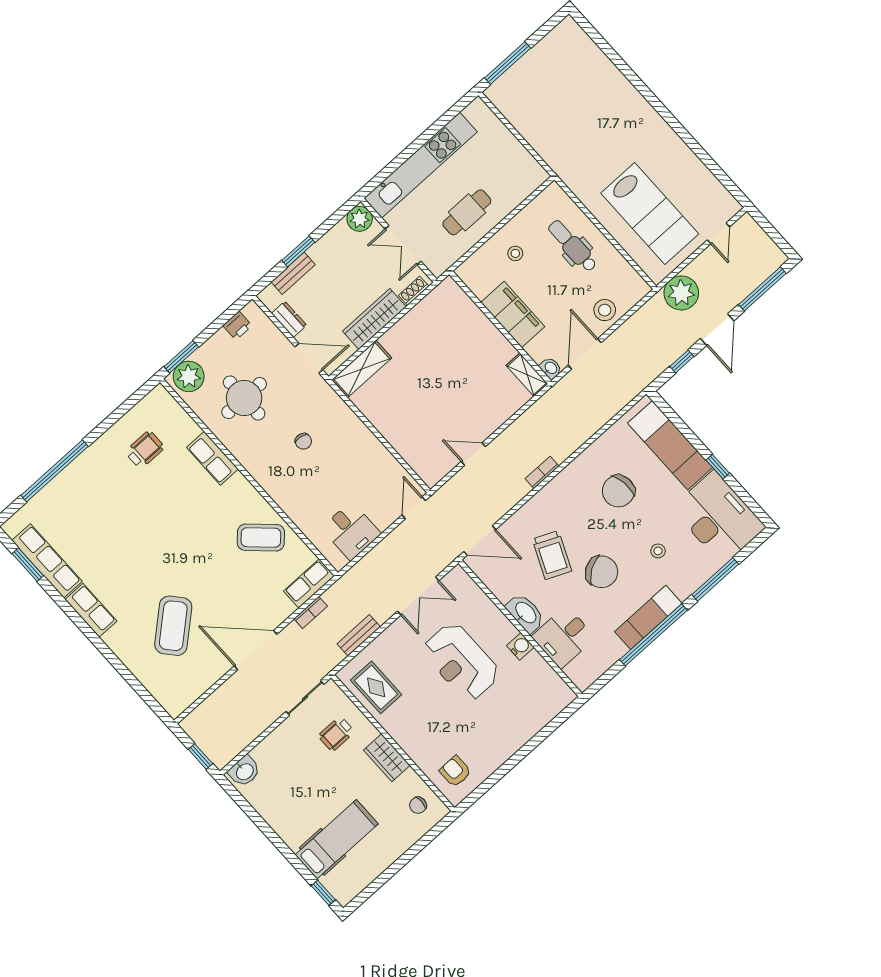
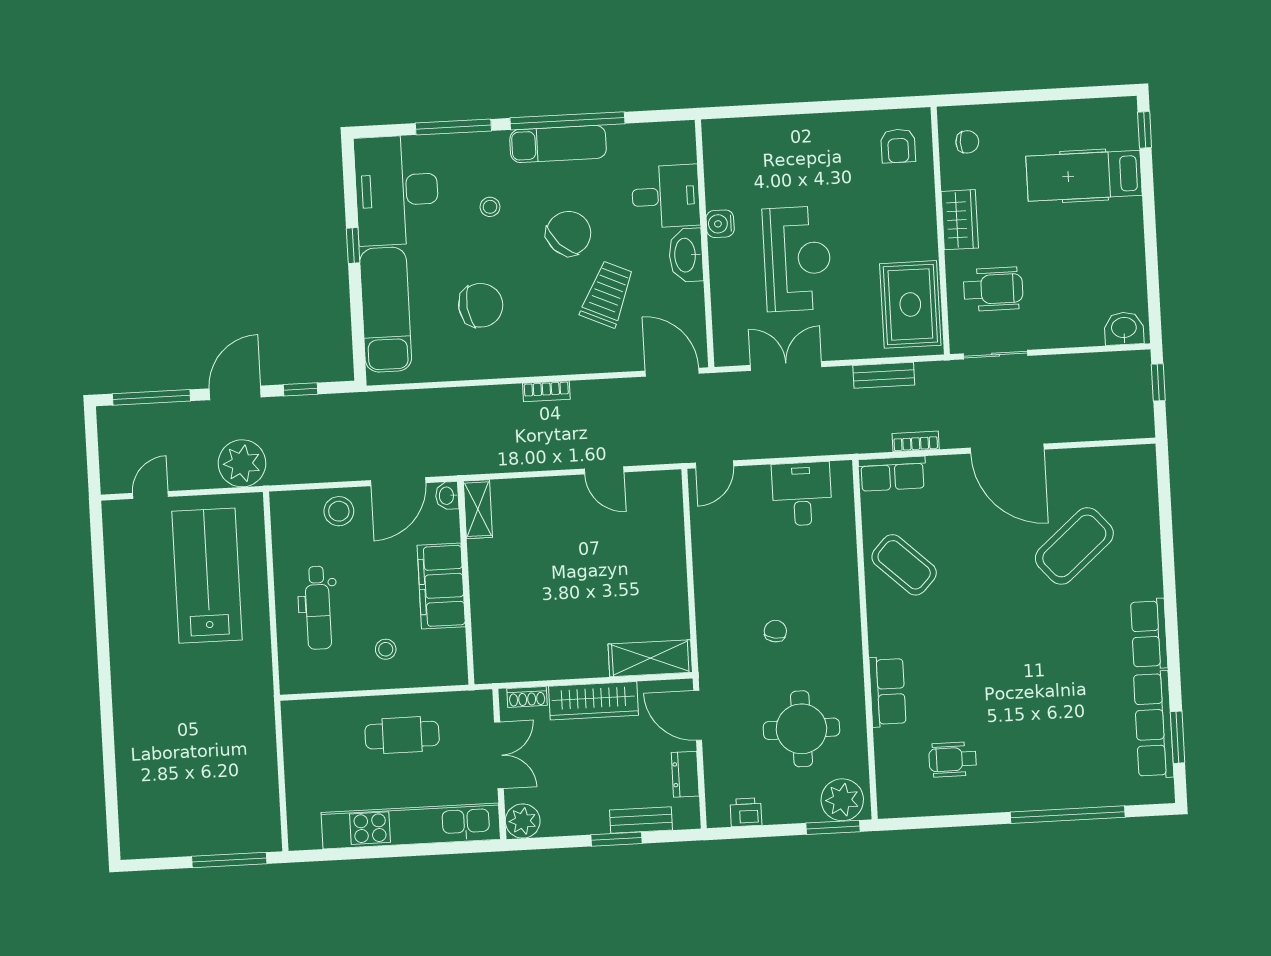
chair: (602, 572) -> (569, 233), turned 77
rug: (376, 687) -> (910, 304), width x1.36, depth x1.43
wheelchair: (336, 734) -> (993, 289), width x1.36, depth x1.37

